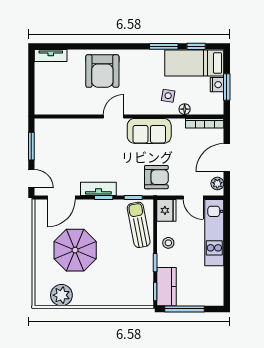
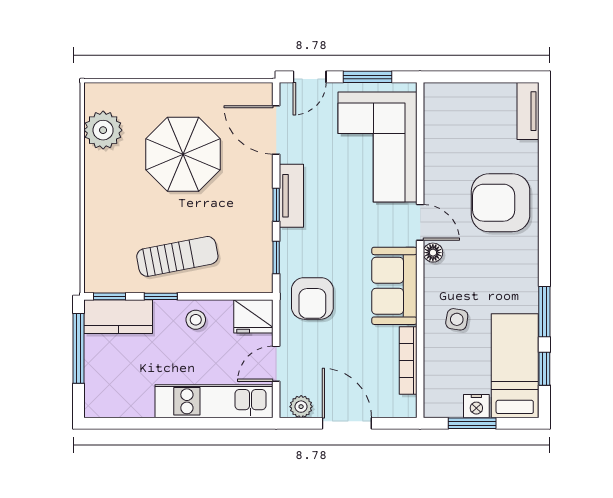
floor lamp: (185, 109) -> (433, 253), moved
bookcase: (205, 123) -> (408, 360), moved
corner sofa: (71, 140) -> (377, 147), added
sun lounger: (139, 225) -> (177, 256), moved

